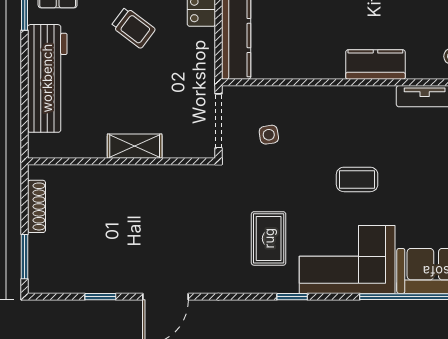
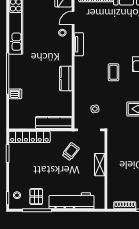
trolley: (133, 28) -> (71, 152), moved
kitchen counter: (375, 64) -> (66, 78), moved

